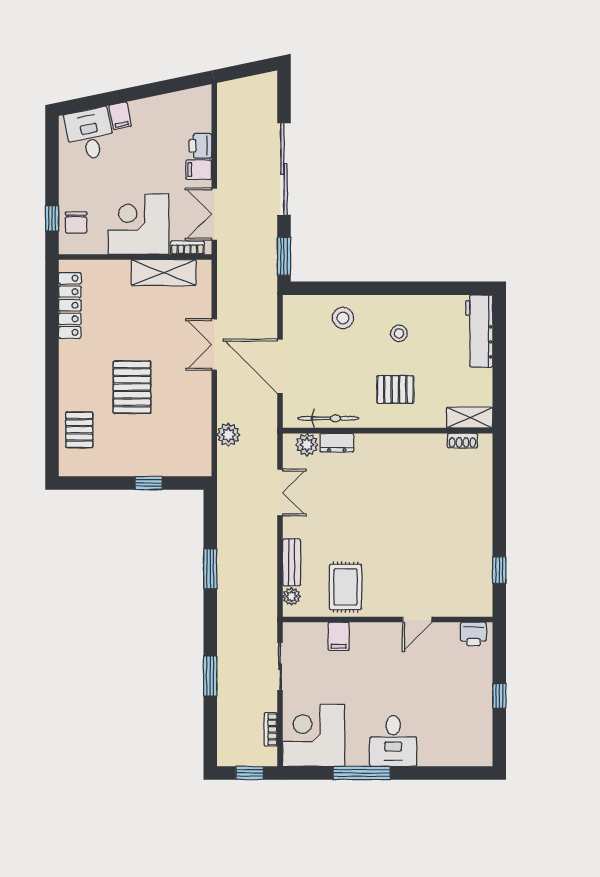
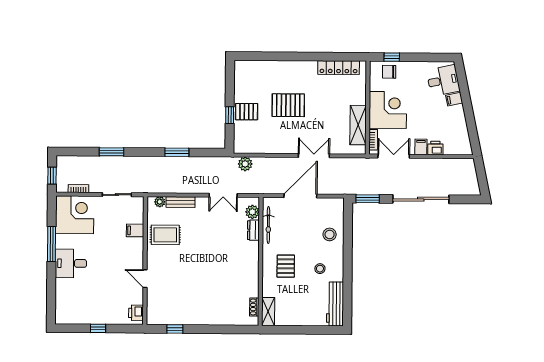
workbench: (479, 331) -> (335, 304), moved, turned -90
pallet: (79, 430) -> (247, 112), moved
plant: (228, 435) -> (245, 164), moved

